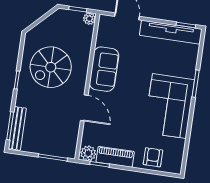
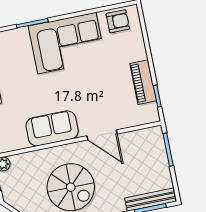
door: (84, 108) -> (102, 135), swing flipped
plant: (88, 153) -> (150, 113), removed
armchair: (153, 157) -> (118, 21), moved, turned 180

